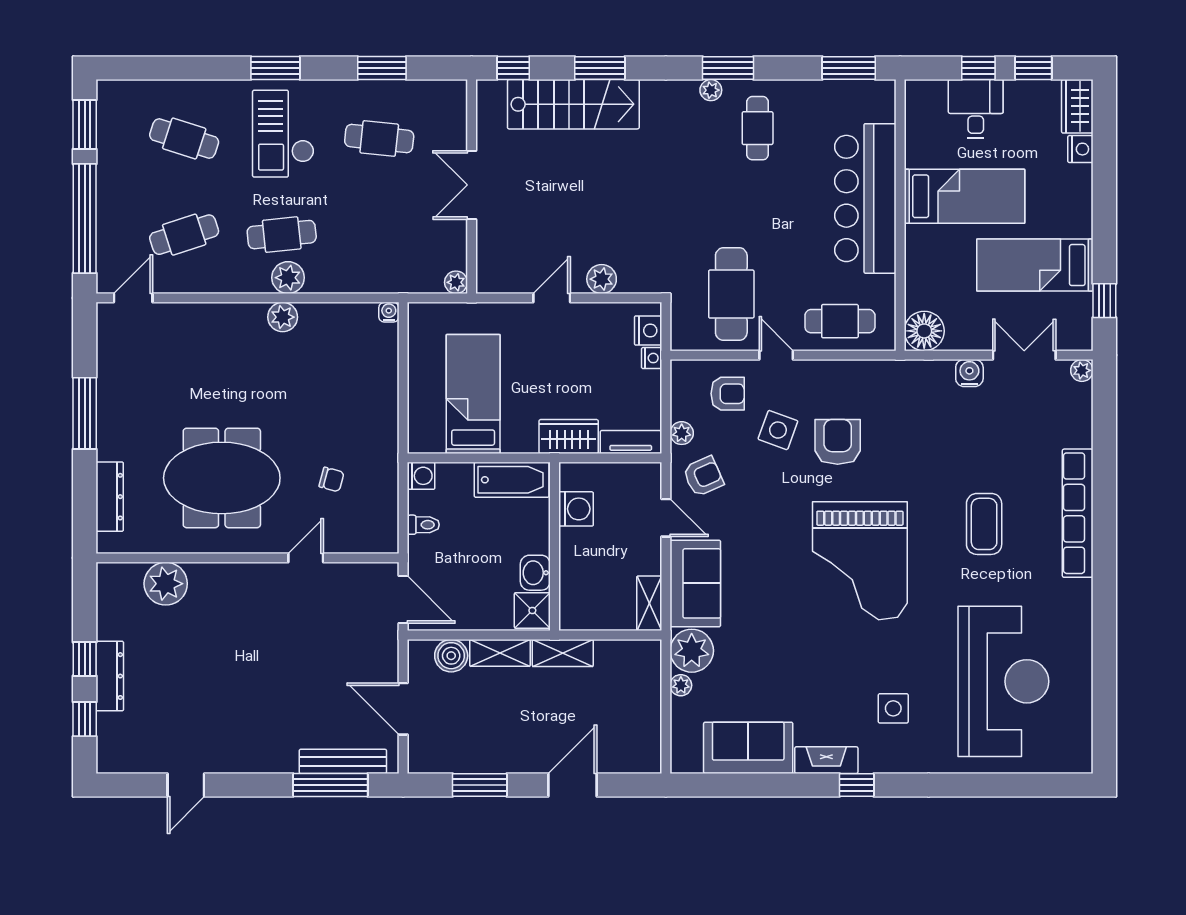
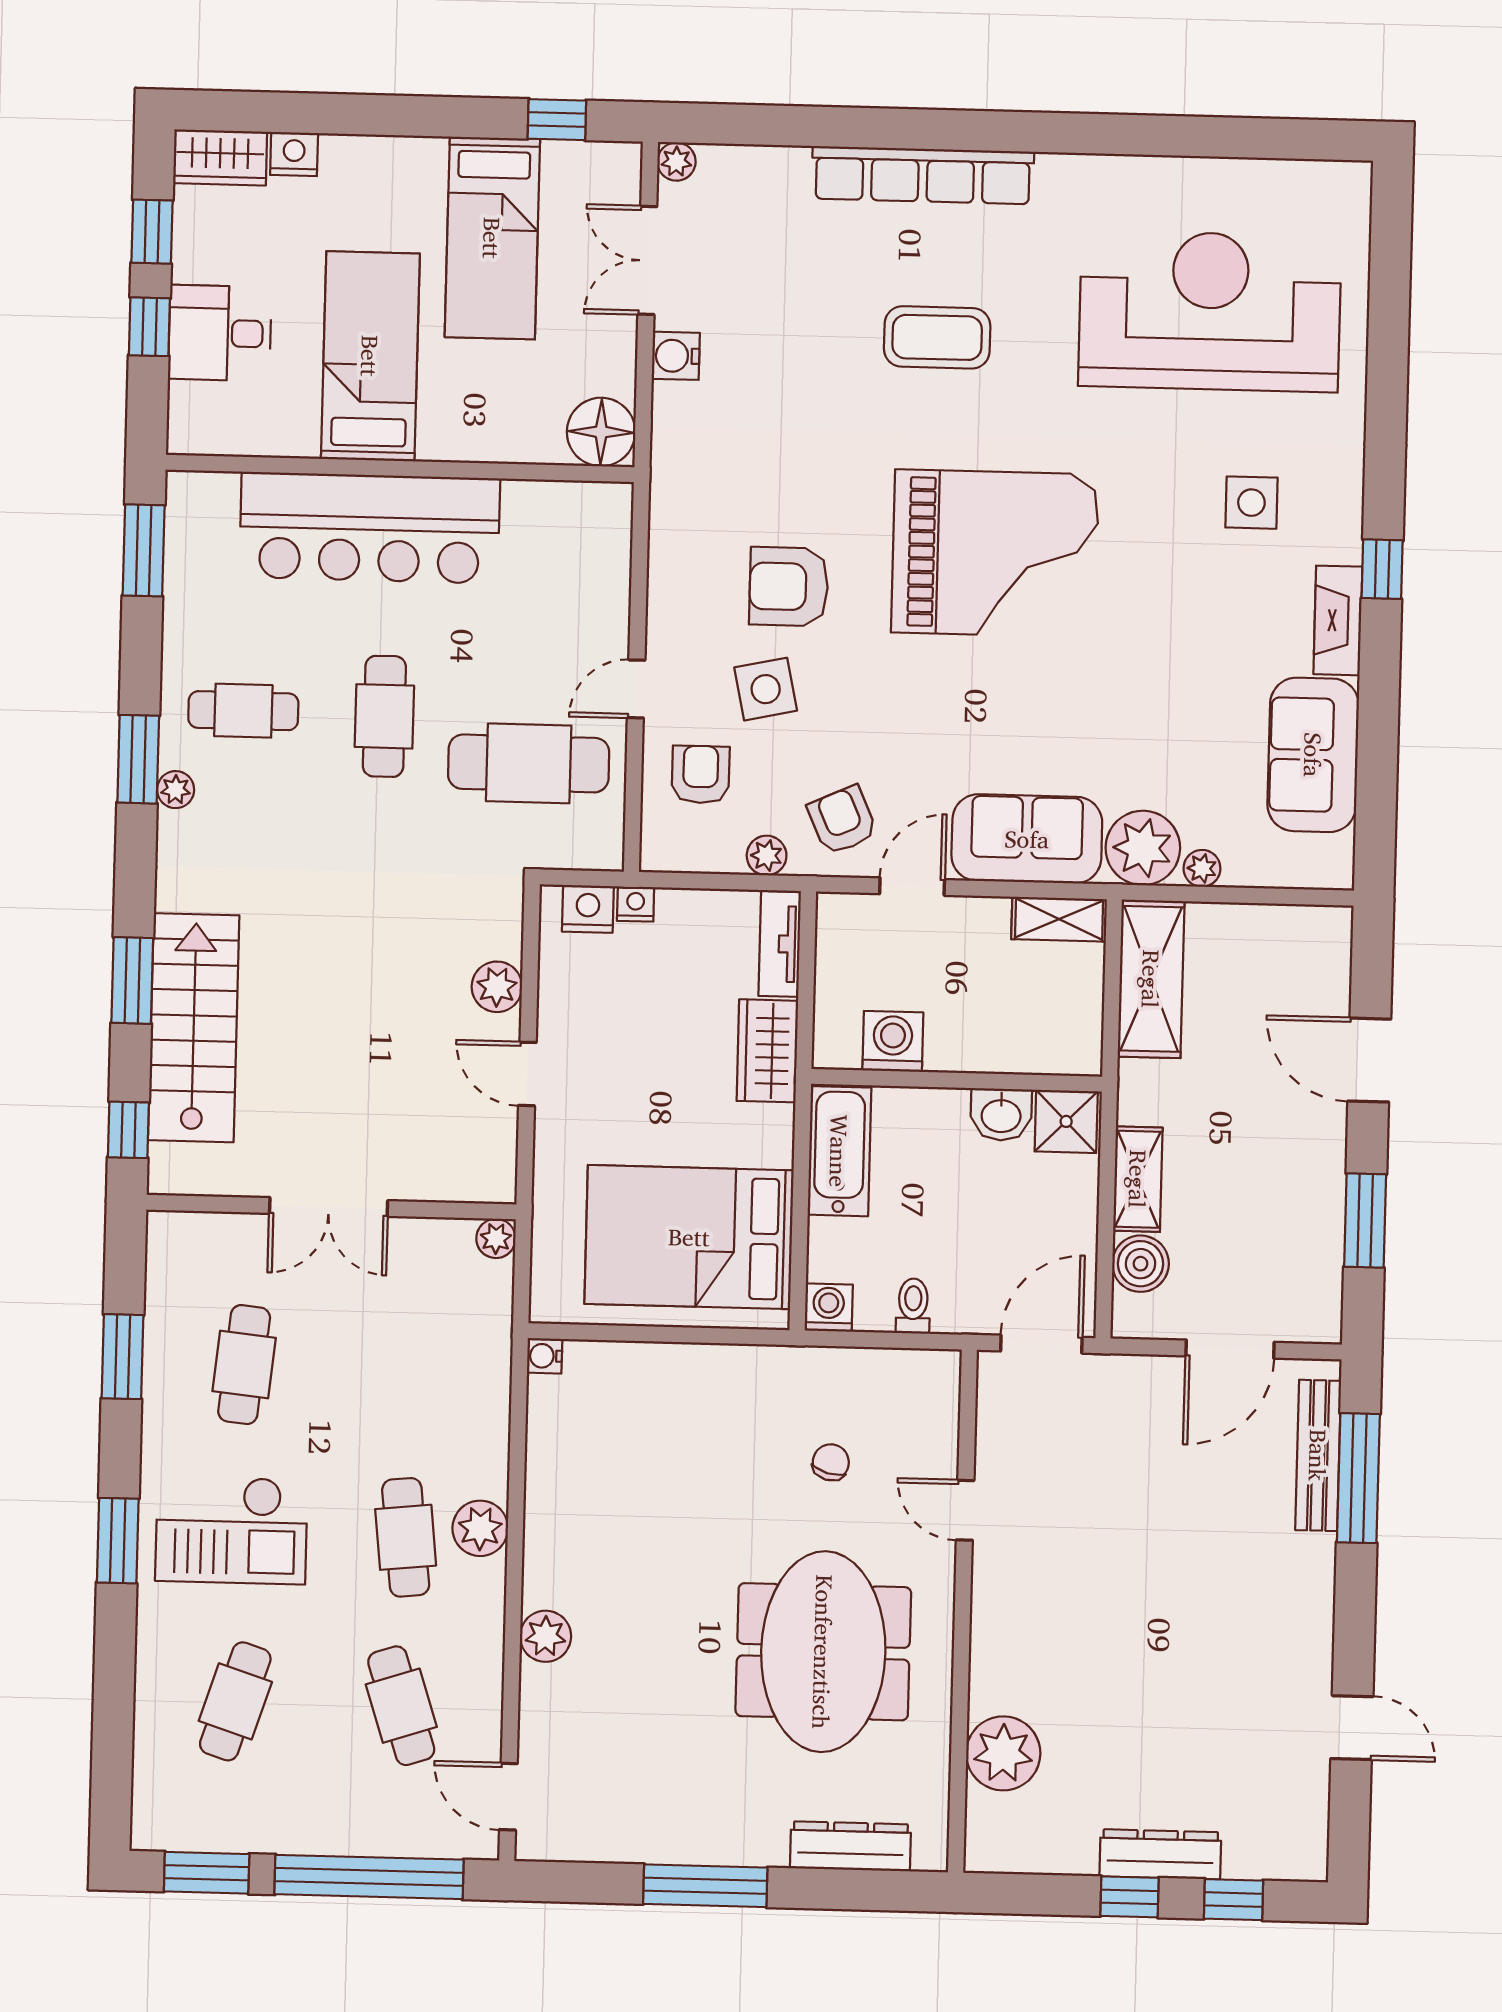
plant: (283, 317) -> (546, 1636), moved
cafe table: (840, 321) -> (384, 716), moved
bed: (473, 394) -> (689, 1237), width x1.50
side table: (778, 430) -> (766, 689), turned -32
shelving: (563, 653) -> (1151, 979), moved, width x1.50, depth x1.33

